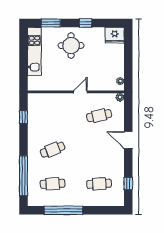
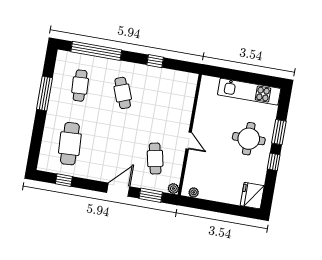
window: (51, 23) -> (279, 132), moved
window: (128, 114) -> (151, 195), added
window: (23, 117) -> (155, 61), moved
cafe table: (99, 184) -> (70, 144), width x1.37, depth x1.35
window: (64, 210) -> (44, 94), width x0.68

